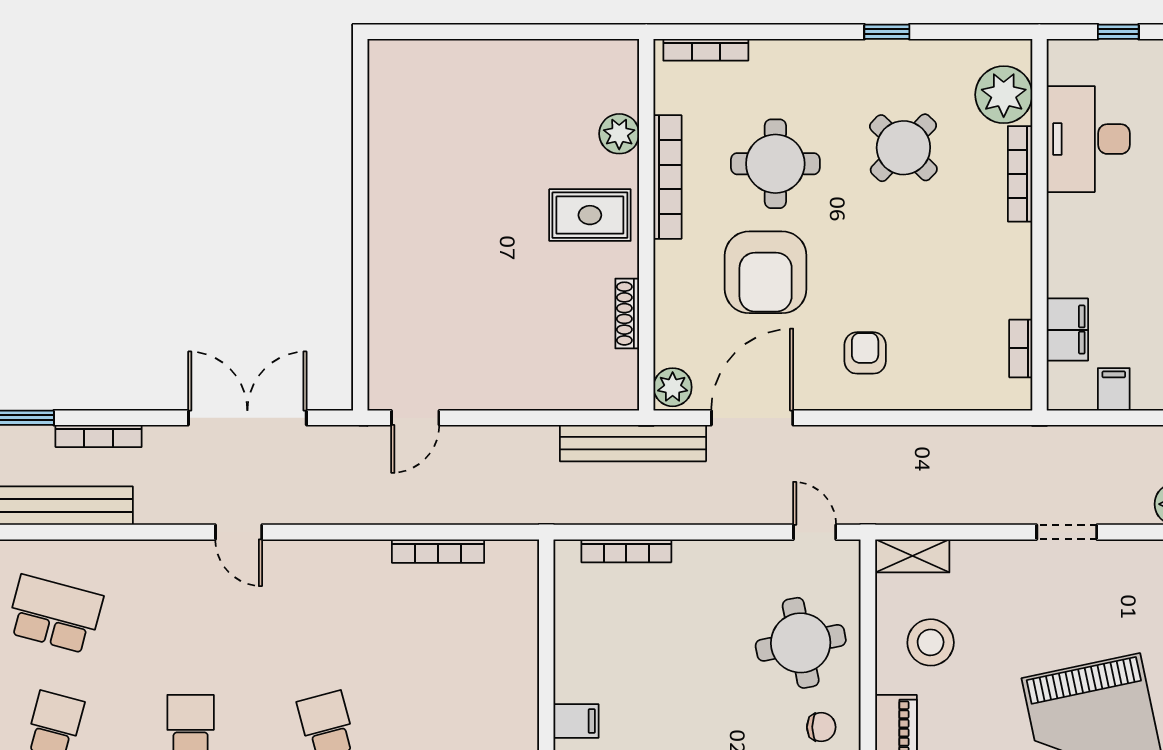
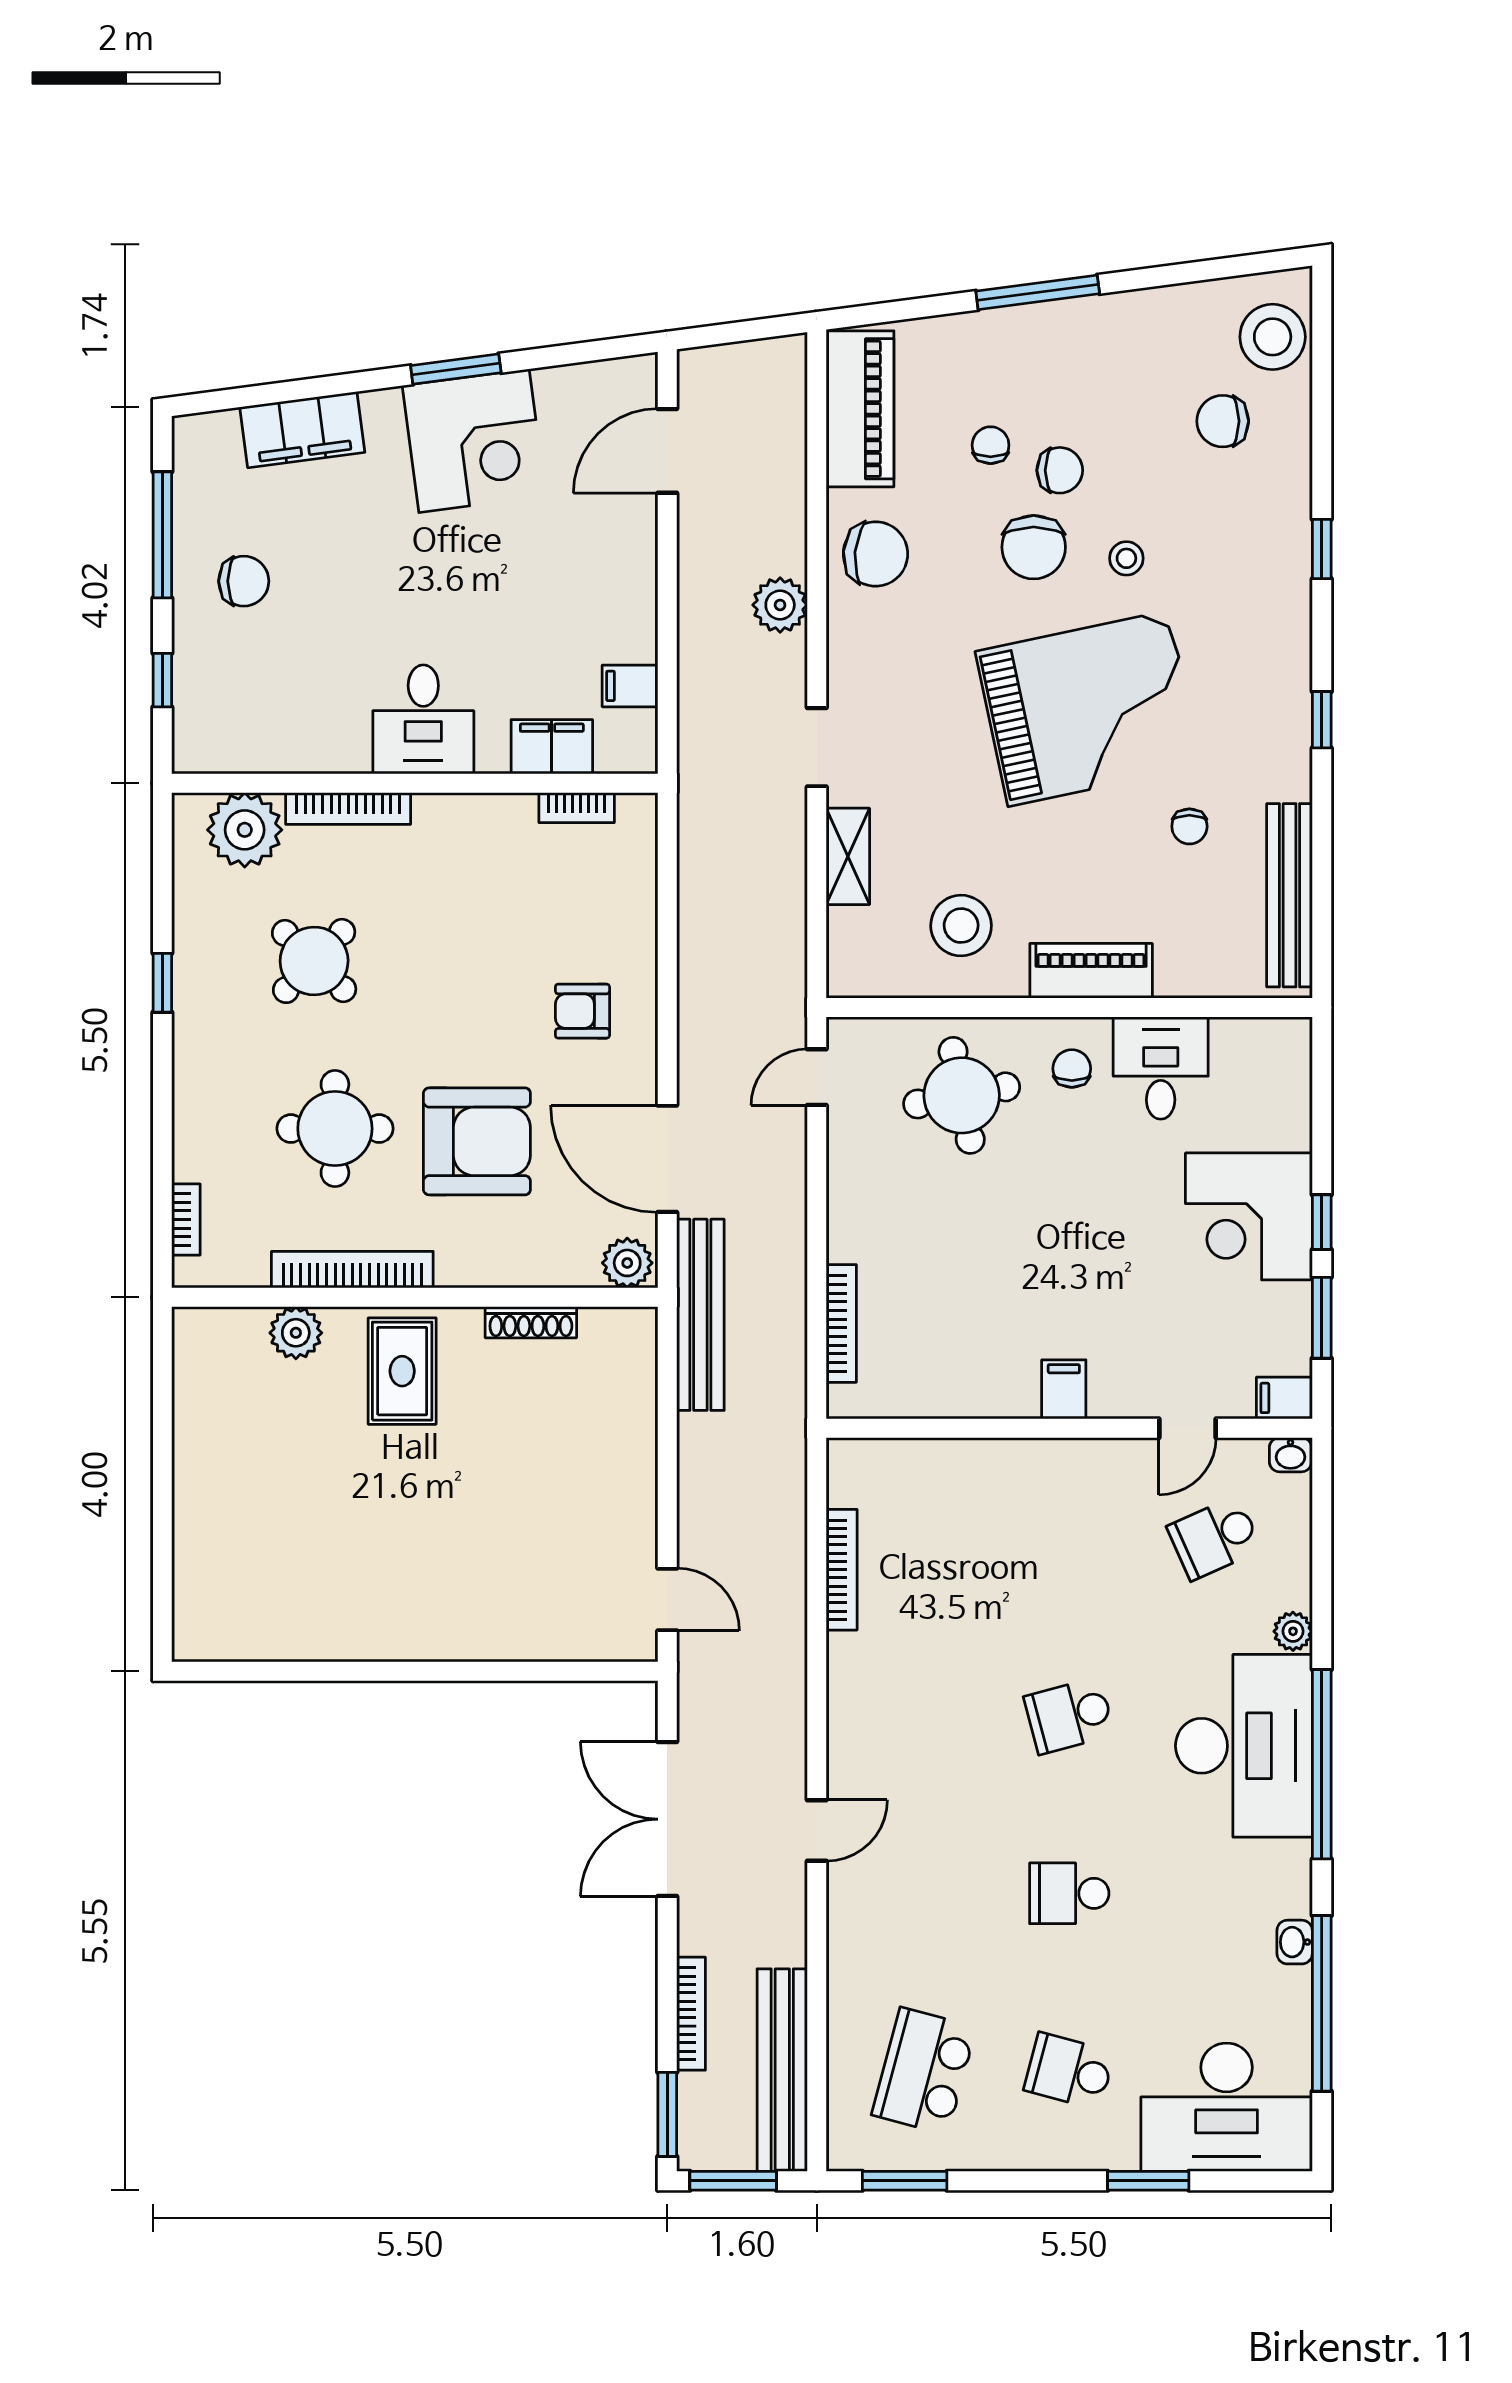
bookcase: (706, 50) -> (186, 1219), width x0.64
desk: (1088, 139) -> (423, 719), moved, width x0.73
shelving: (913, 556) -> (848, 856), moved

